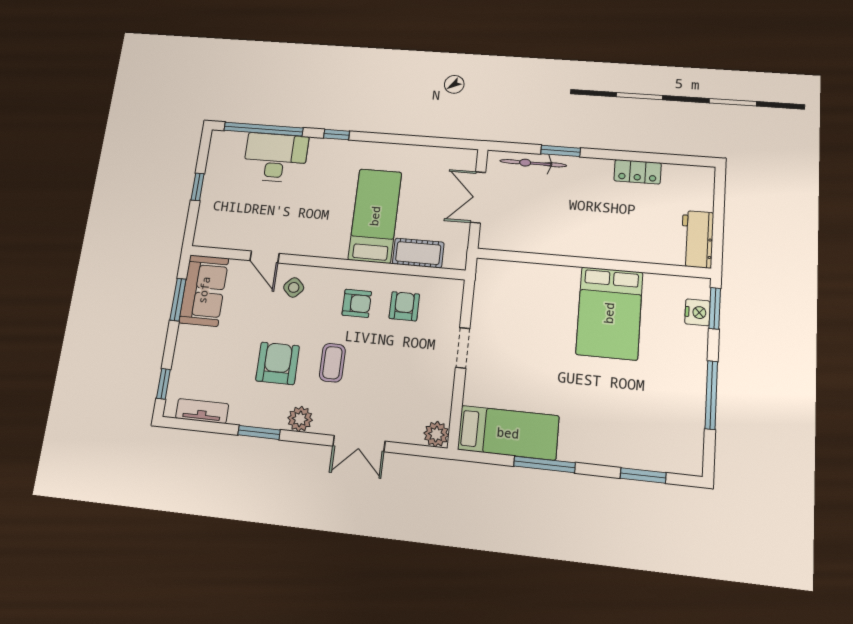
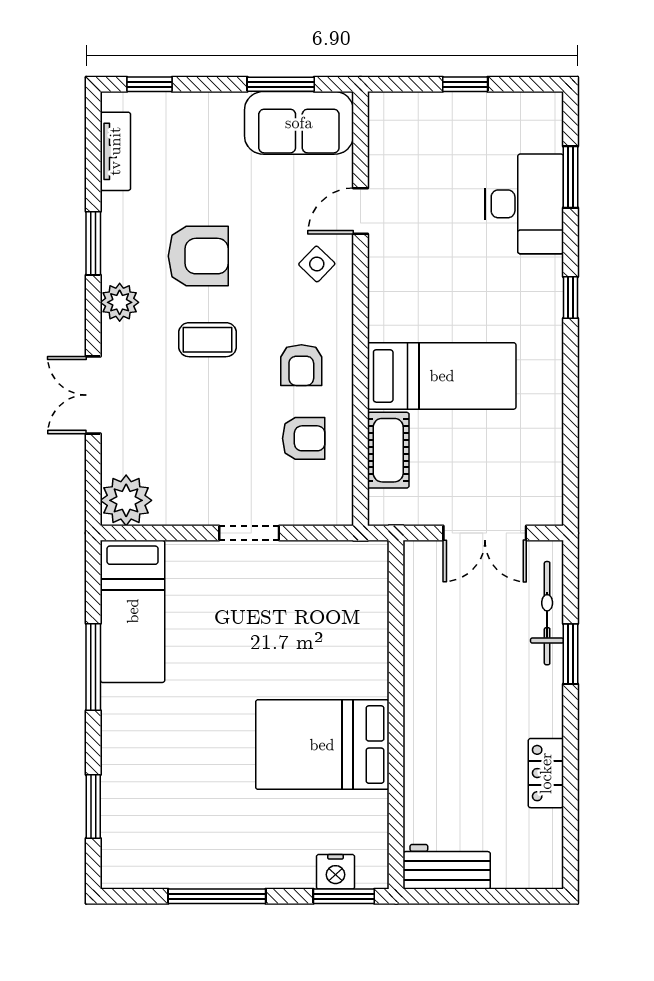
window: (263, 129) -> (571, 177), width x0.47
double door: (478, 197) -> (485, 533), swing flipped
plant: (436, 434) -> (126, 500), width x1.36, depth x1.36

